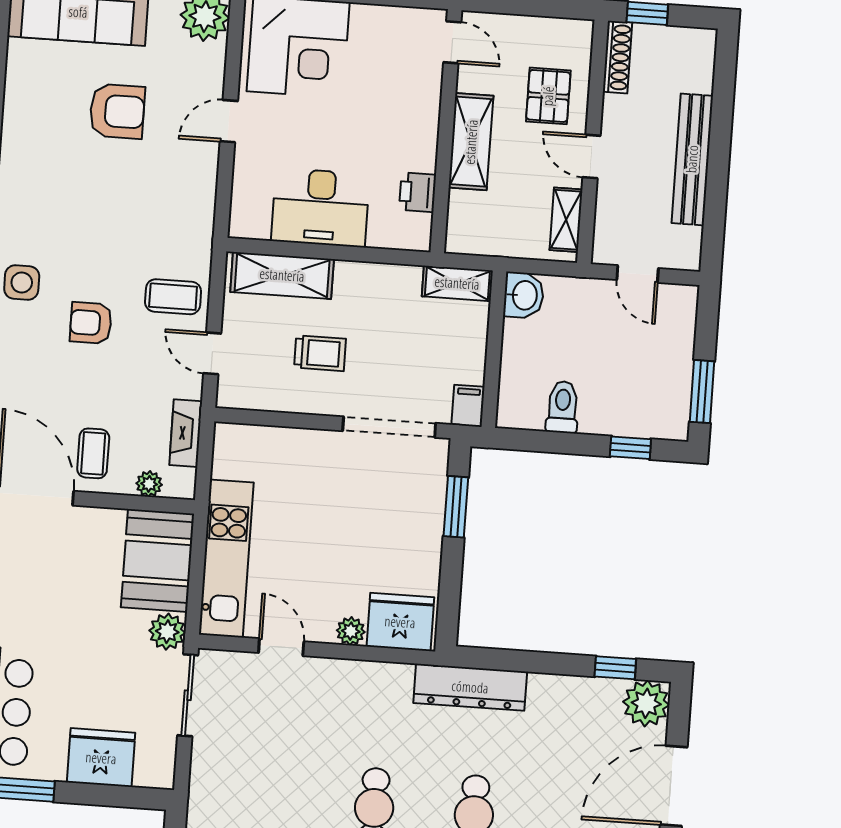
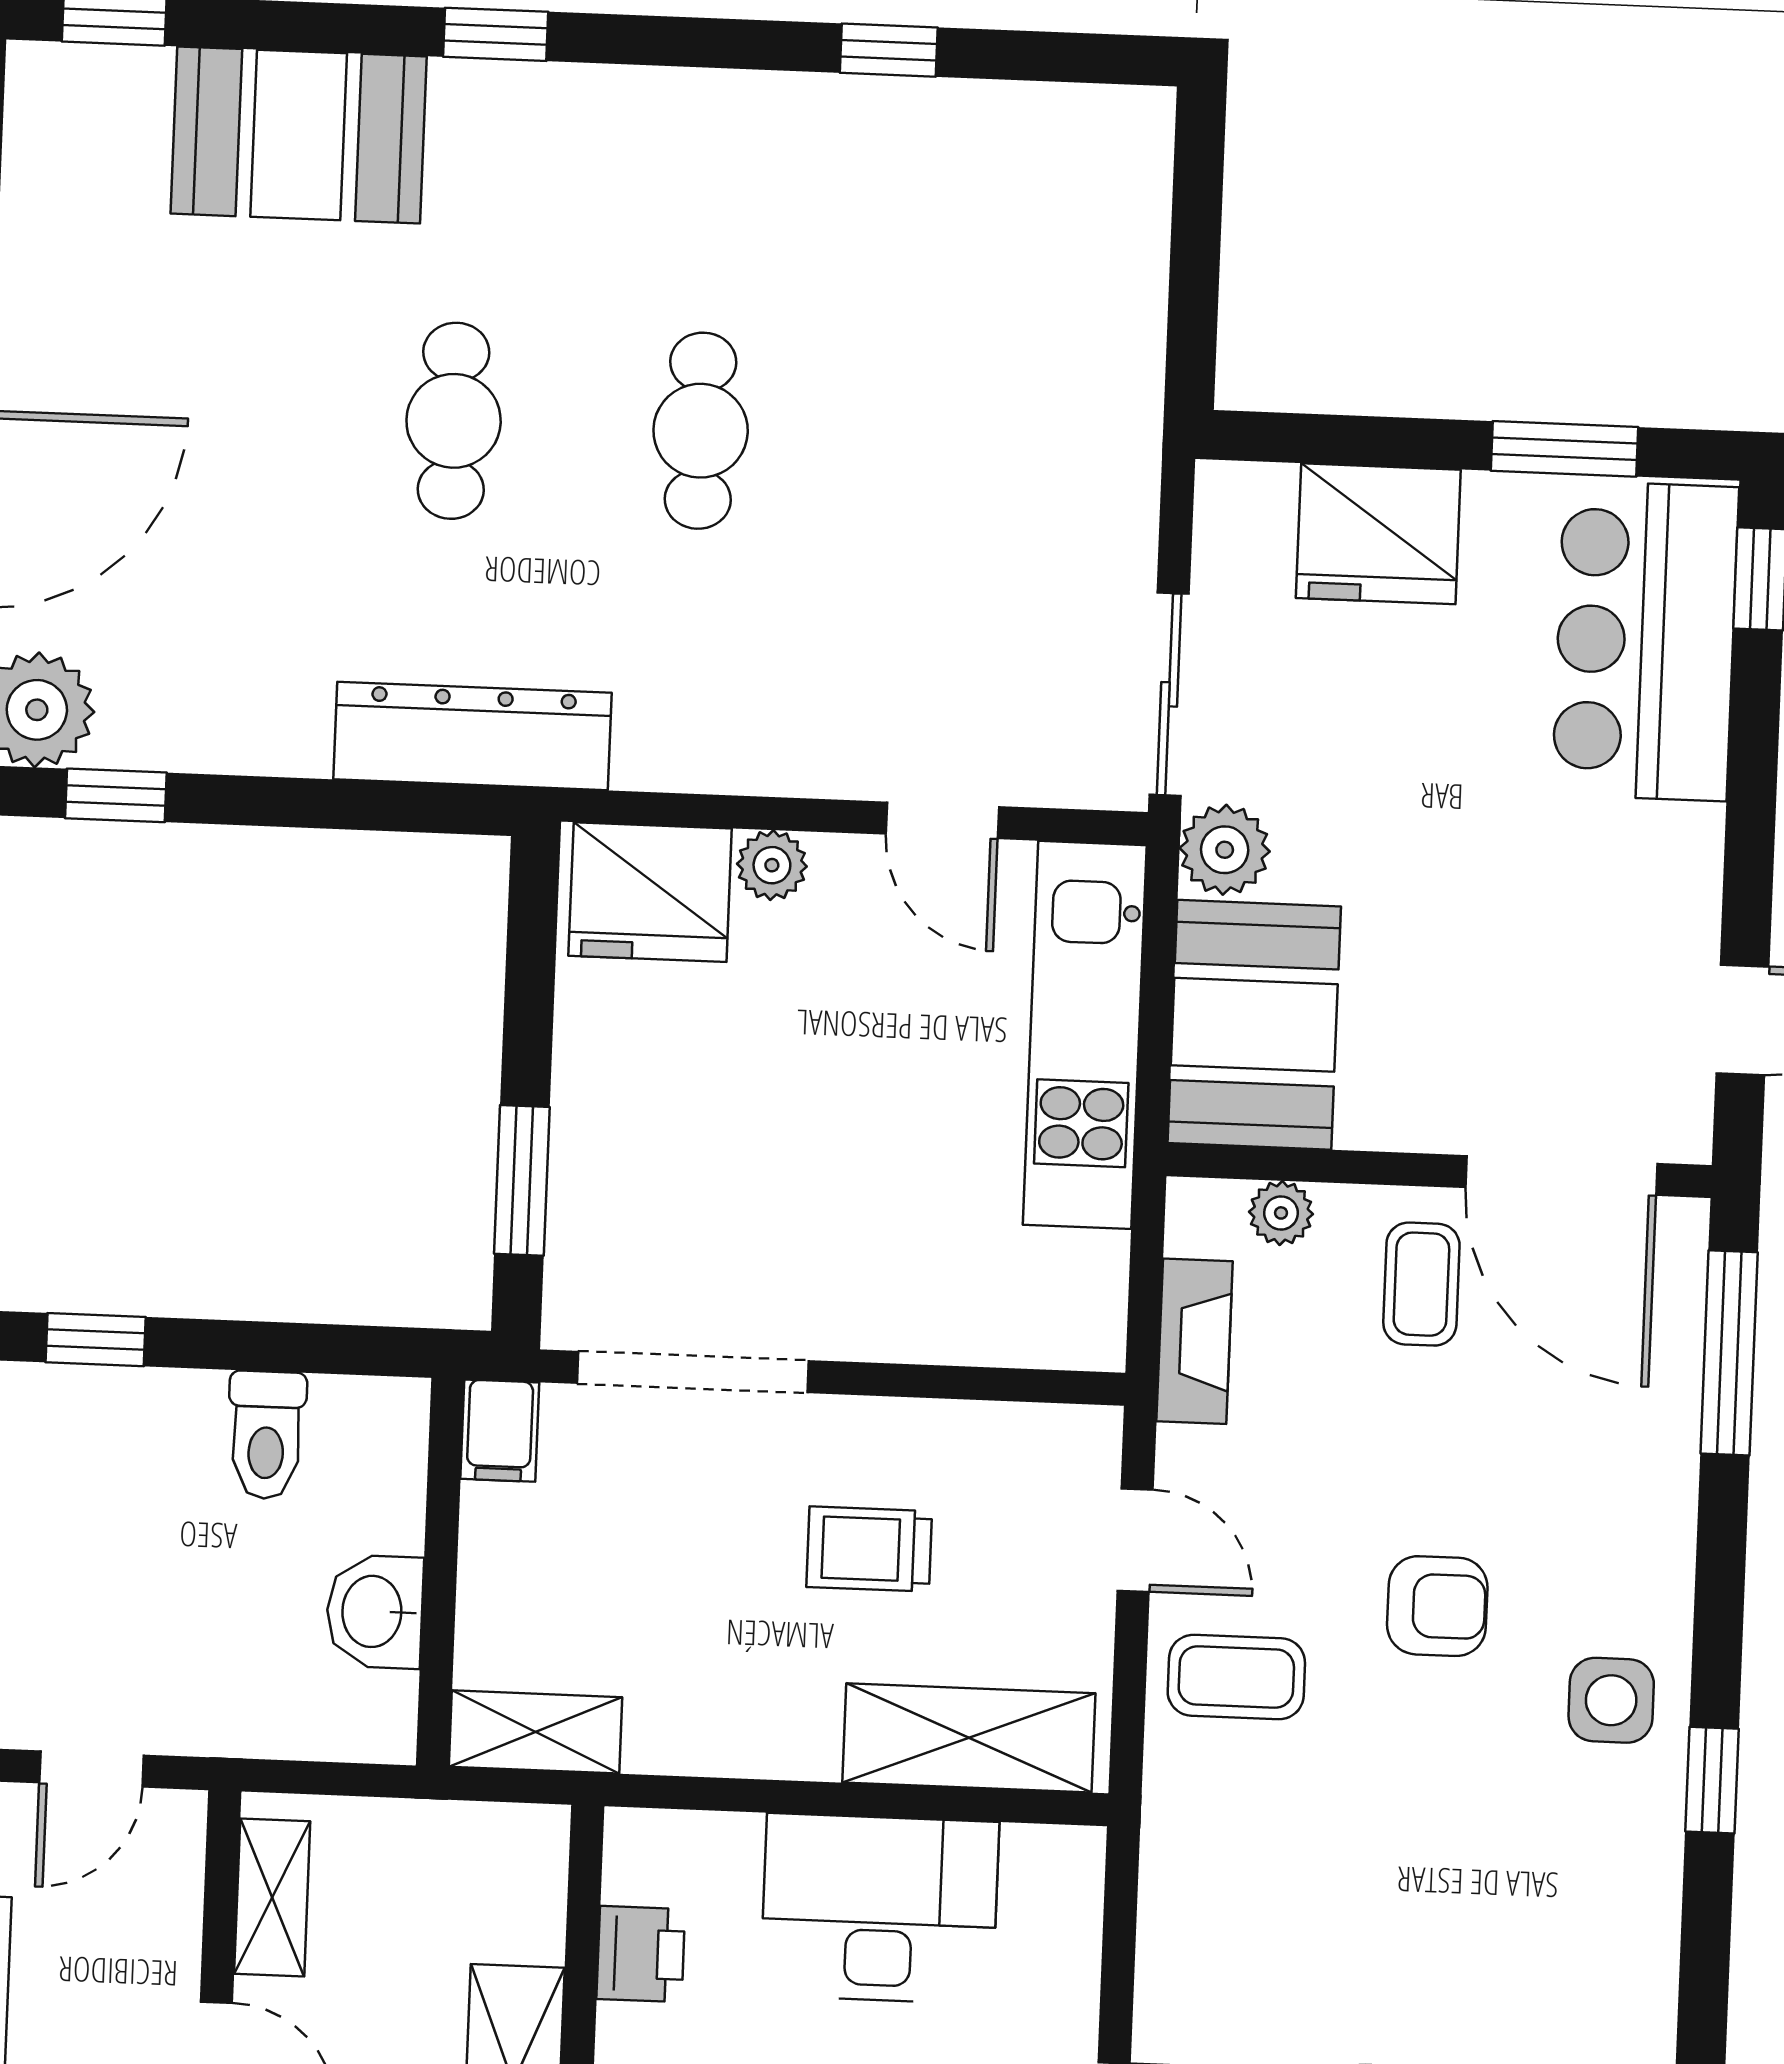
door: (638, 274) -> (91, 1769), swing flipped
washbasin: (524, 295) -> (375, 1612), moved

